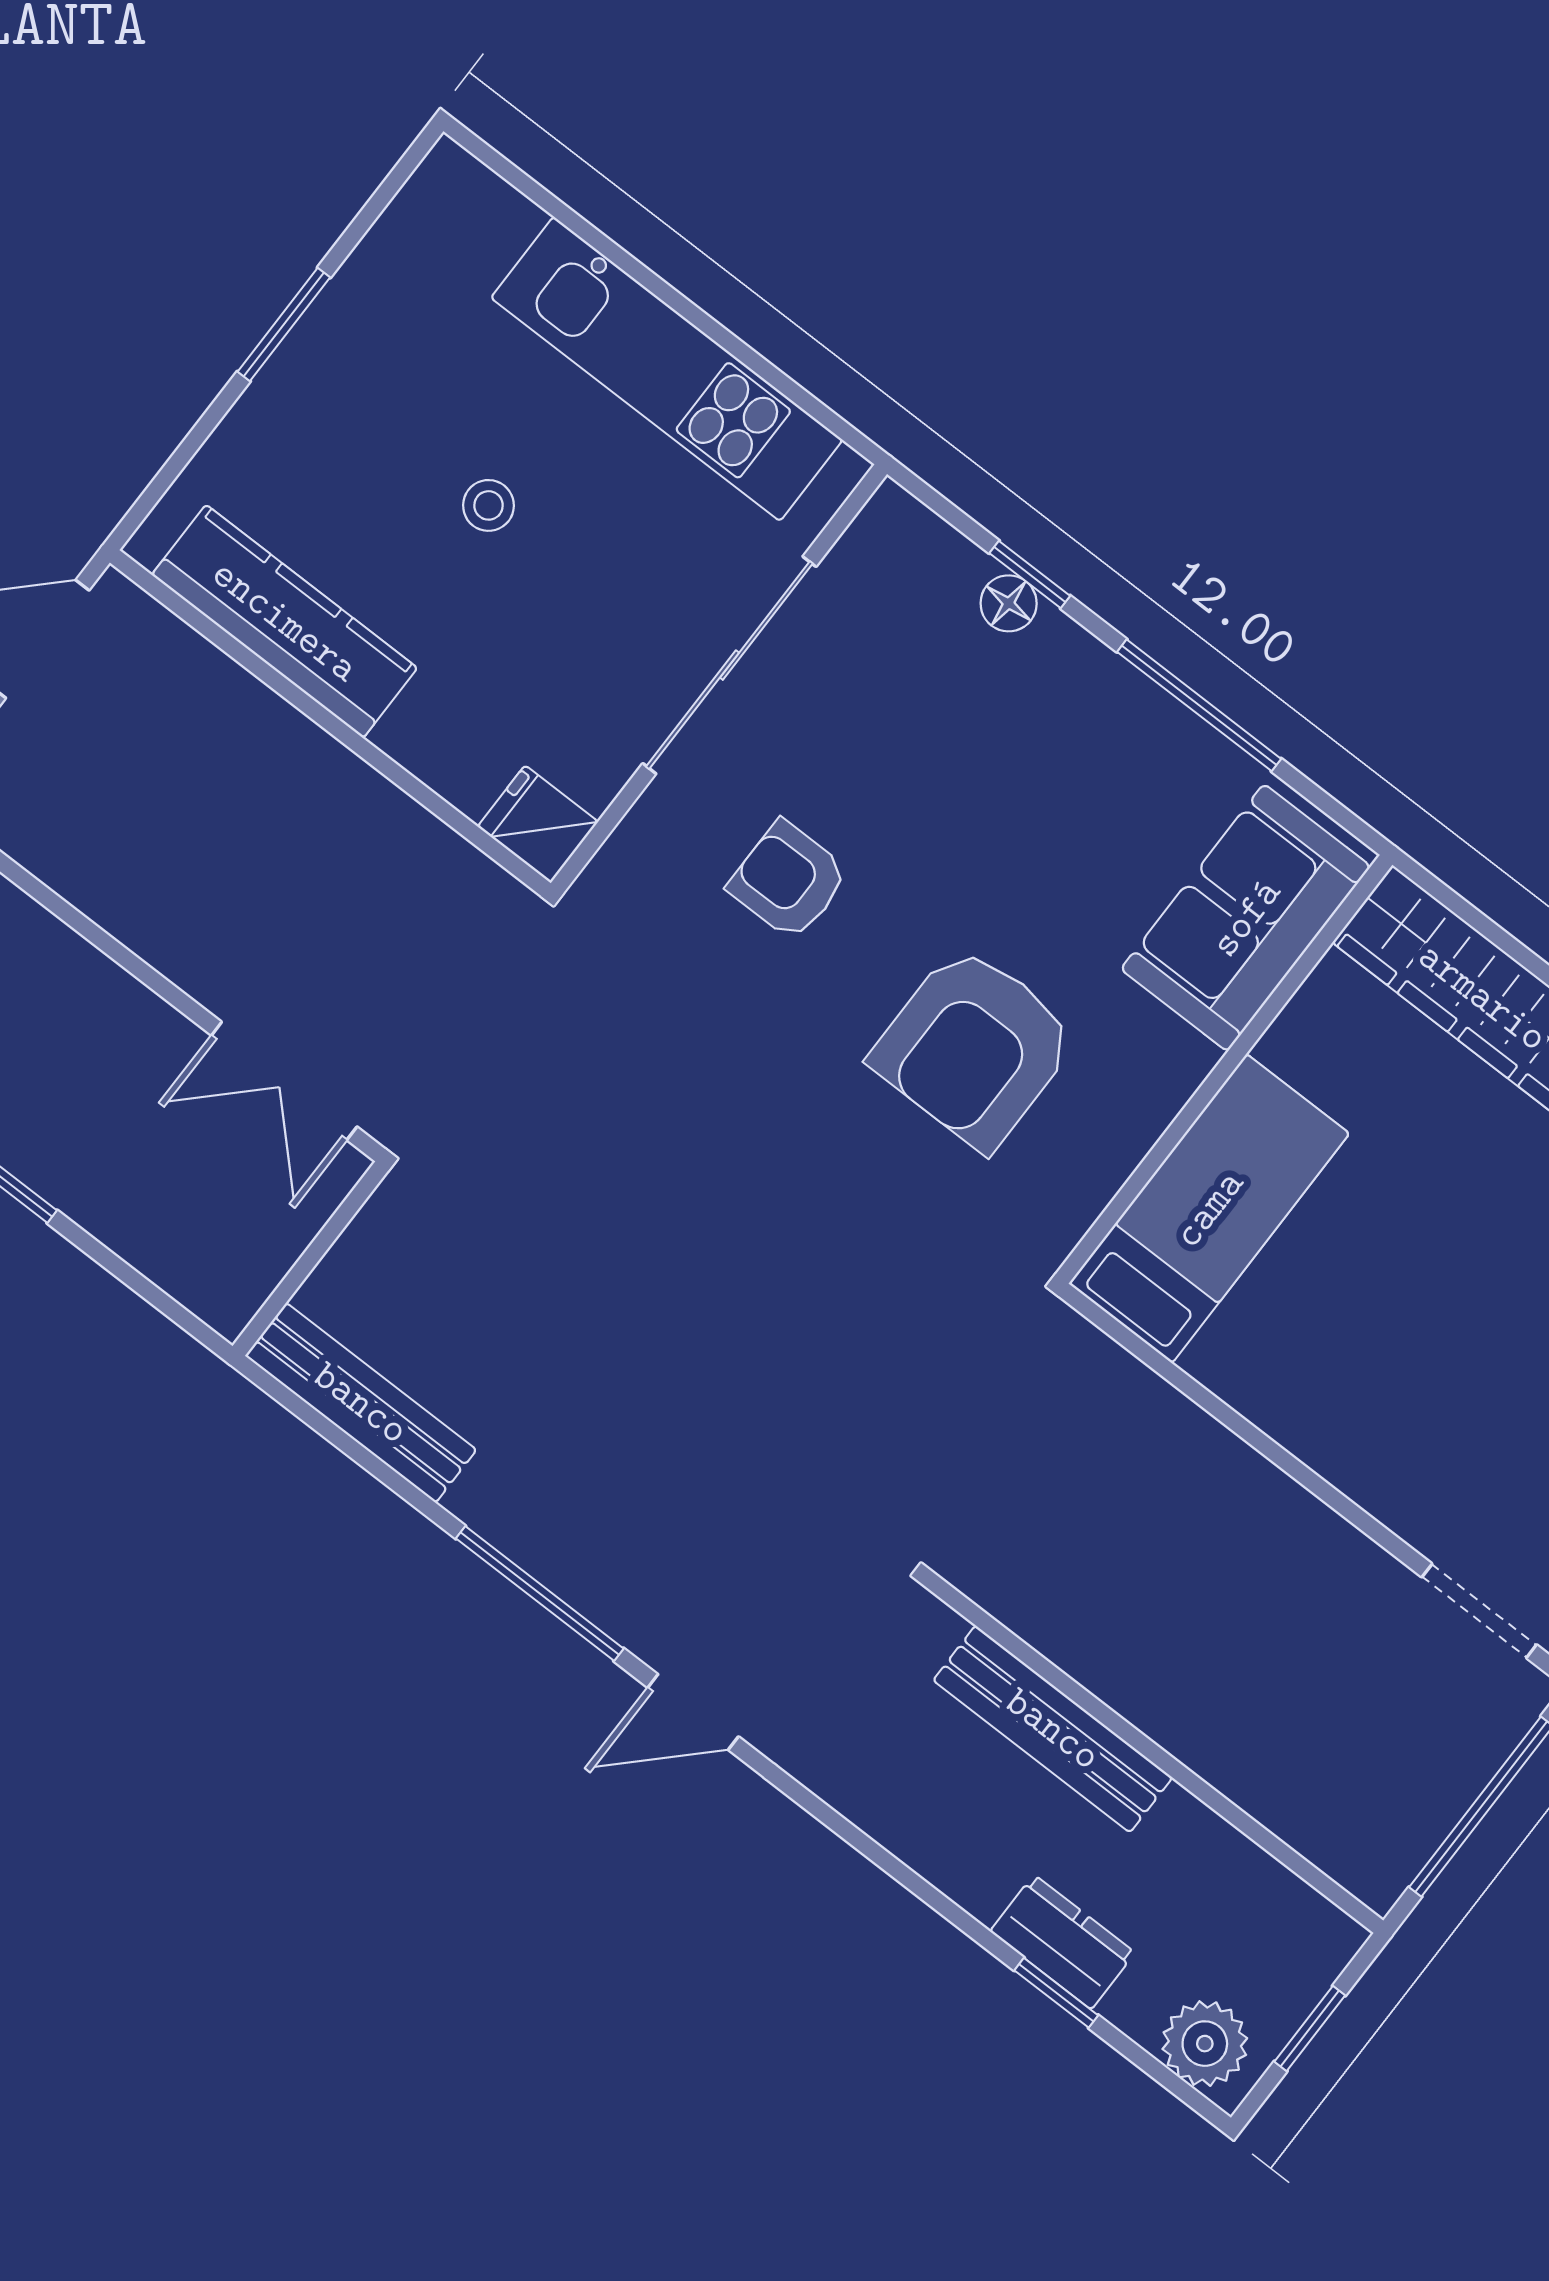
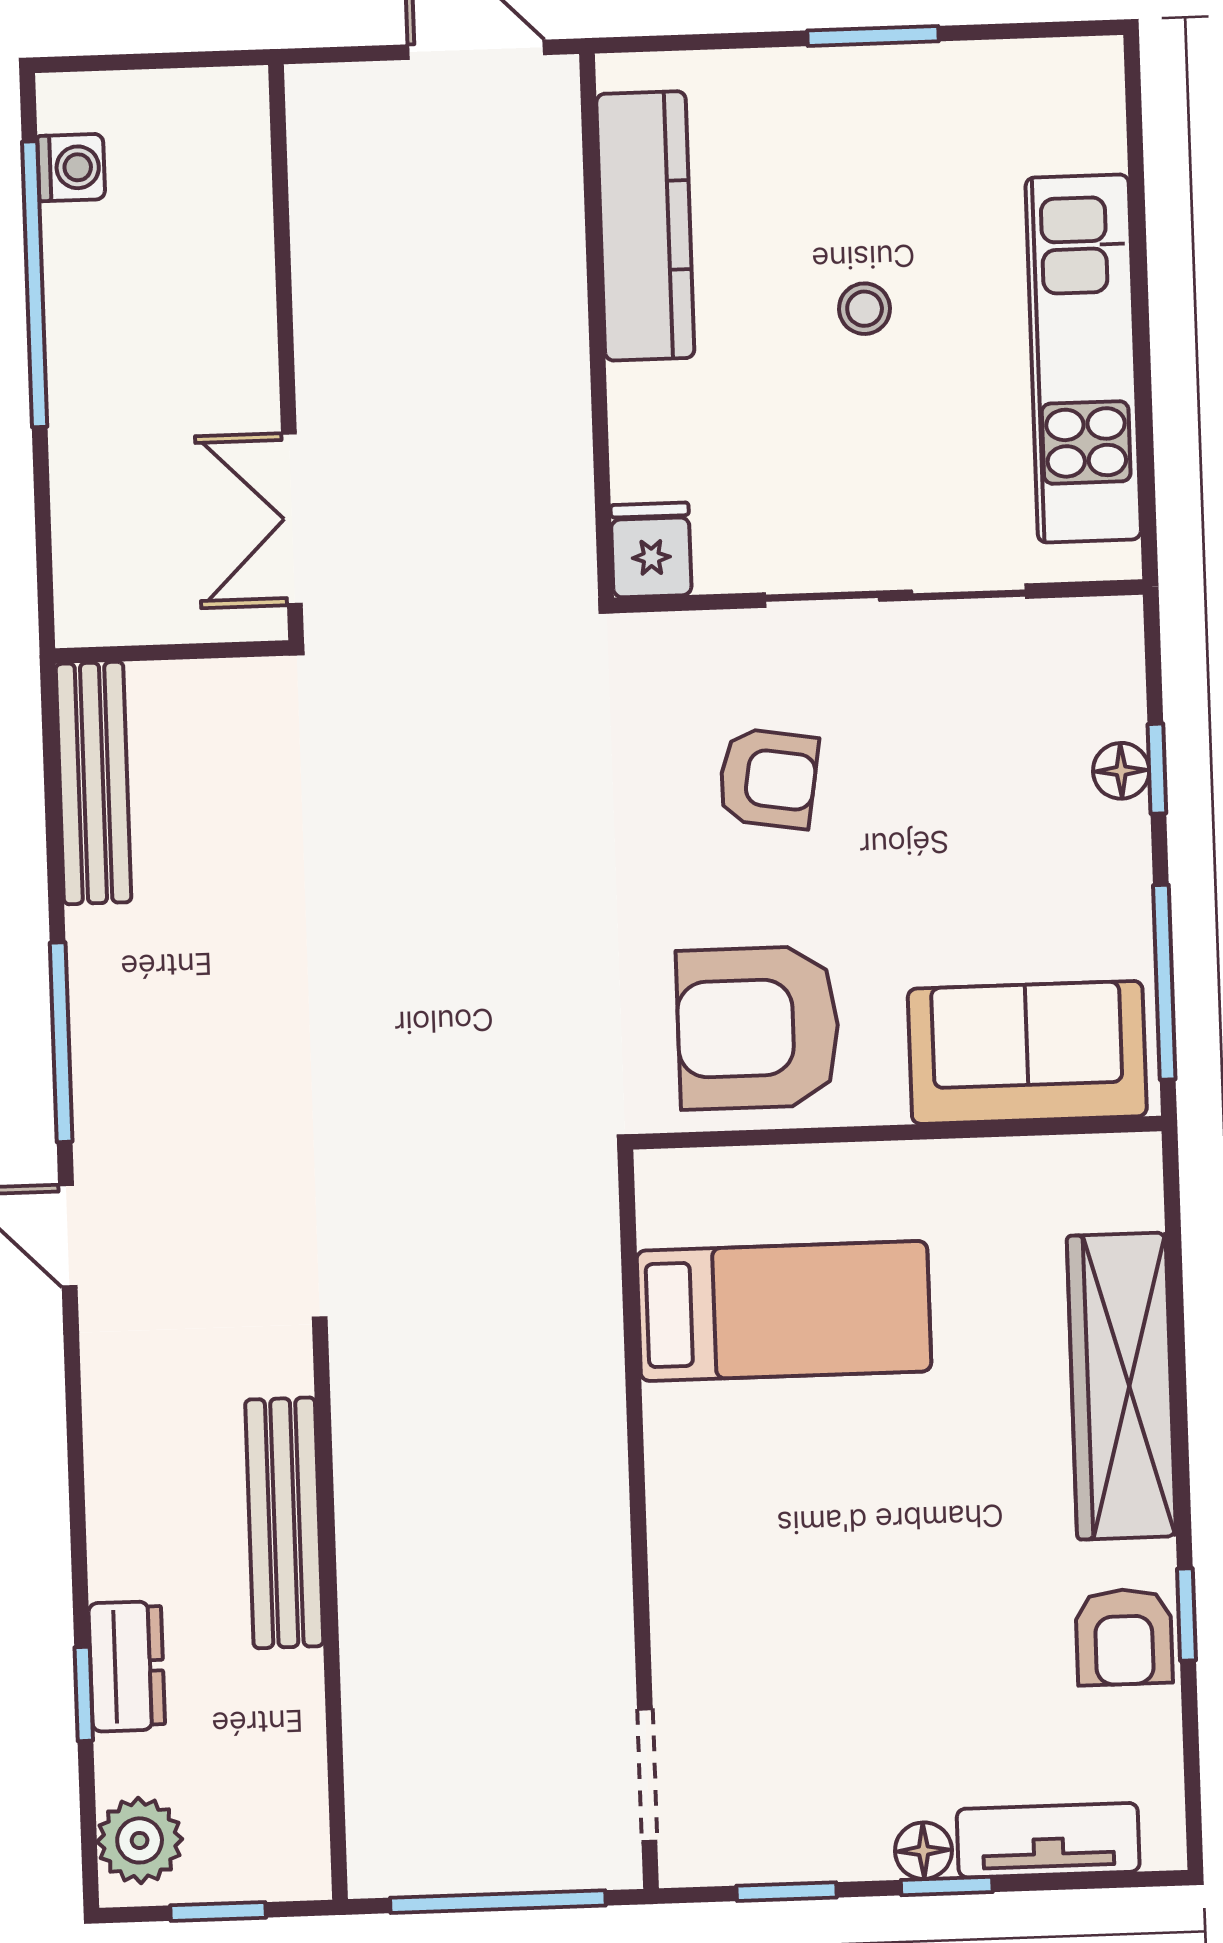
armchair: (788, 880) -> (768, 778), turned 99
sofa: (1246, 918) -> (1027, 1052), moved
wall: (1224, 1069) -> (897, 1133), moved

